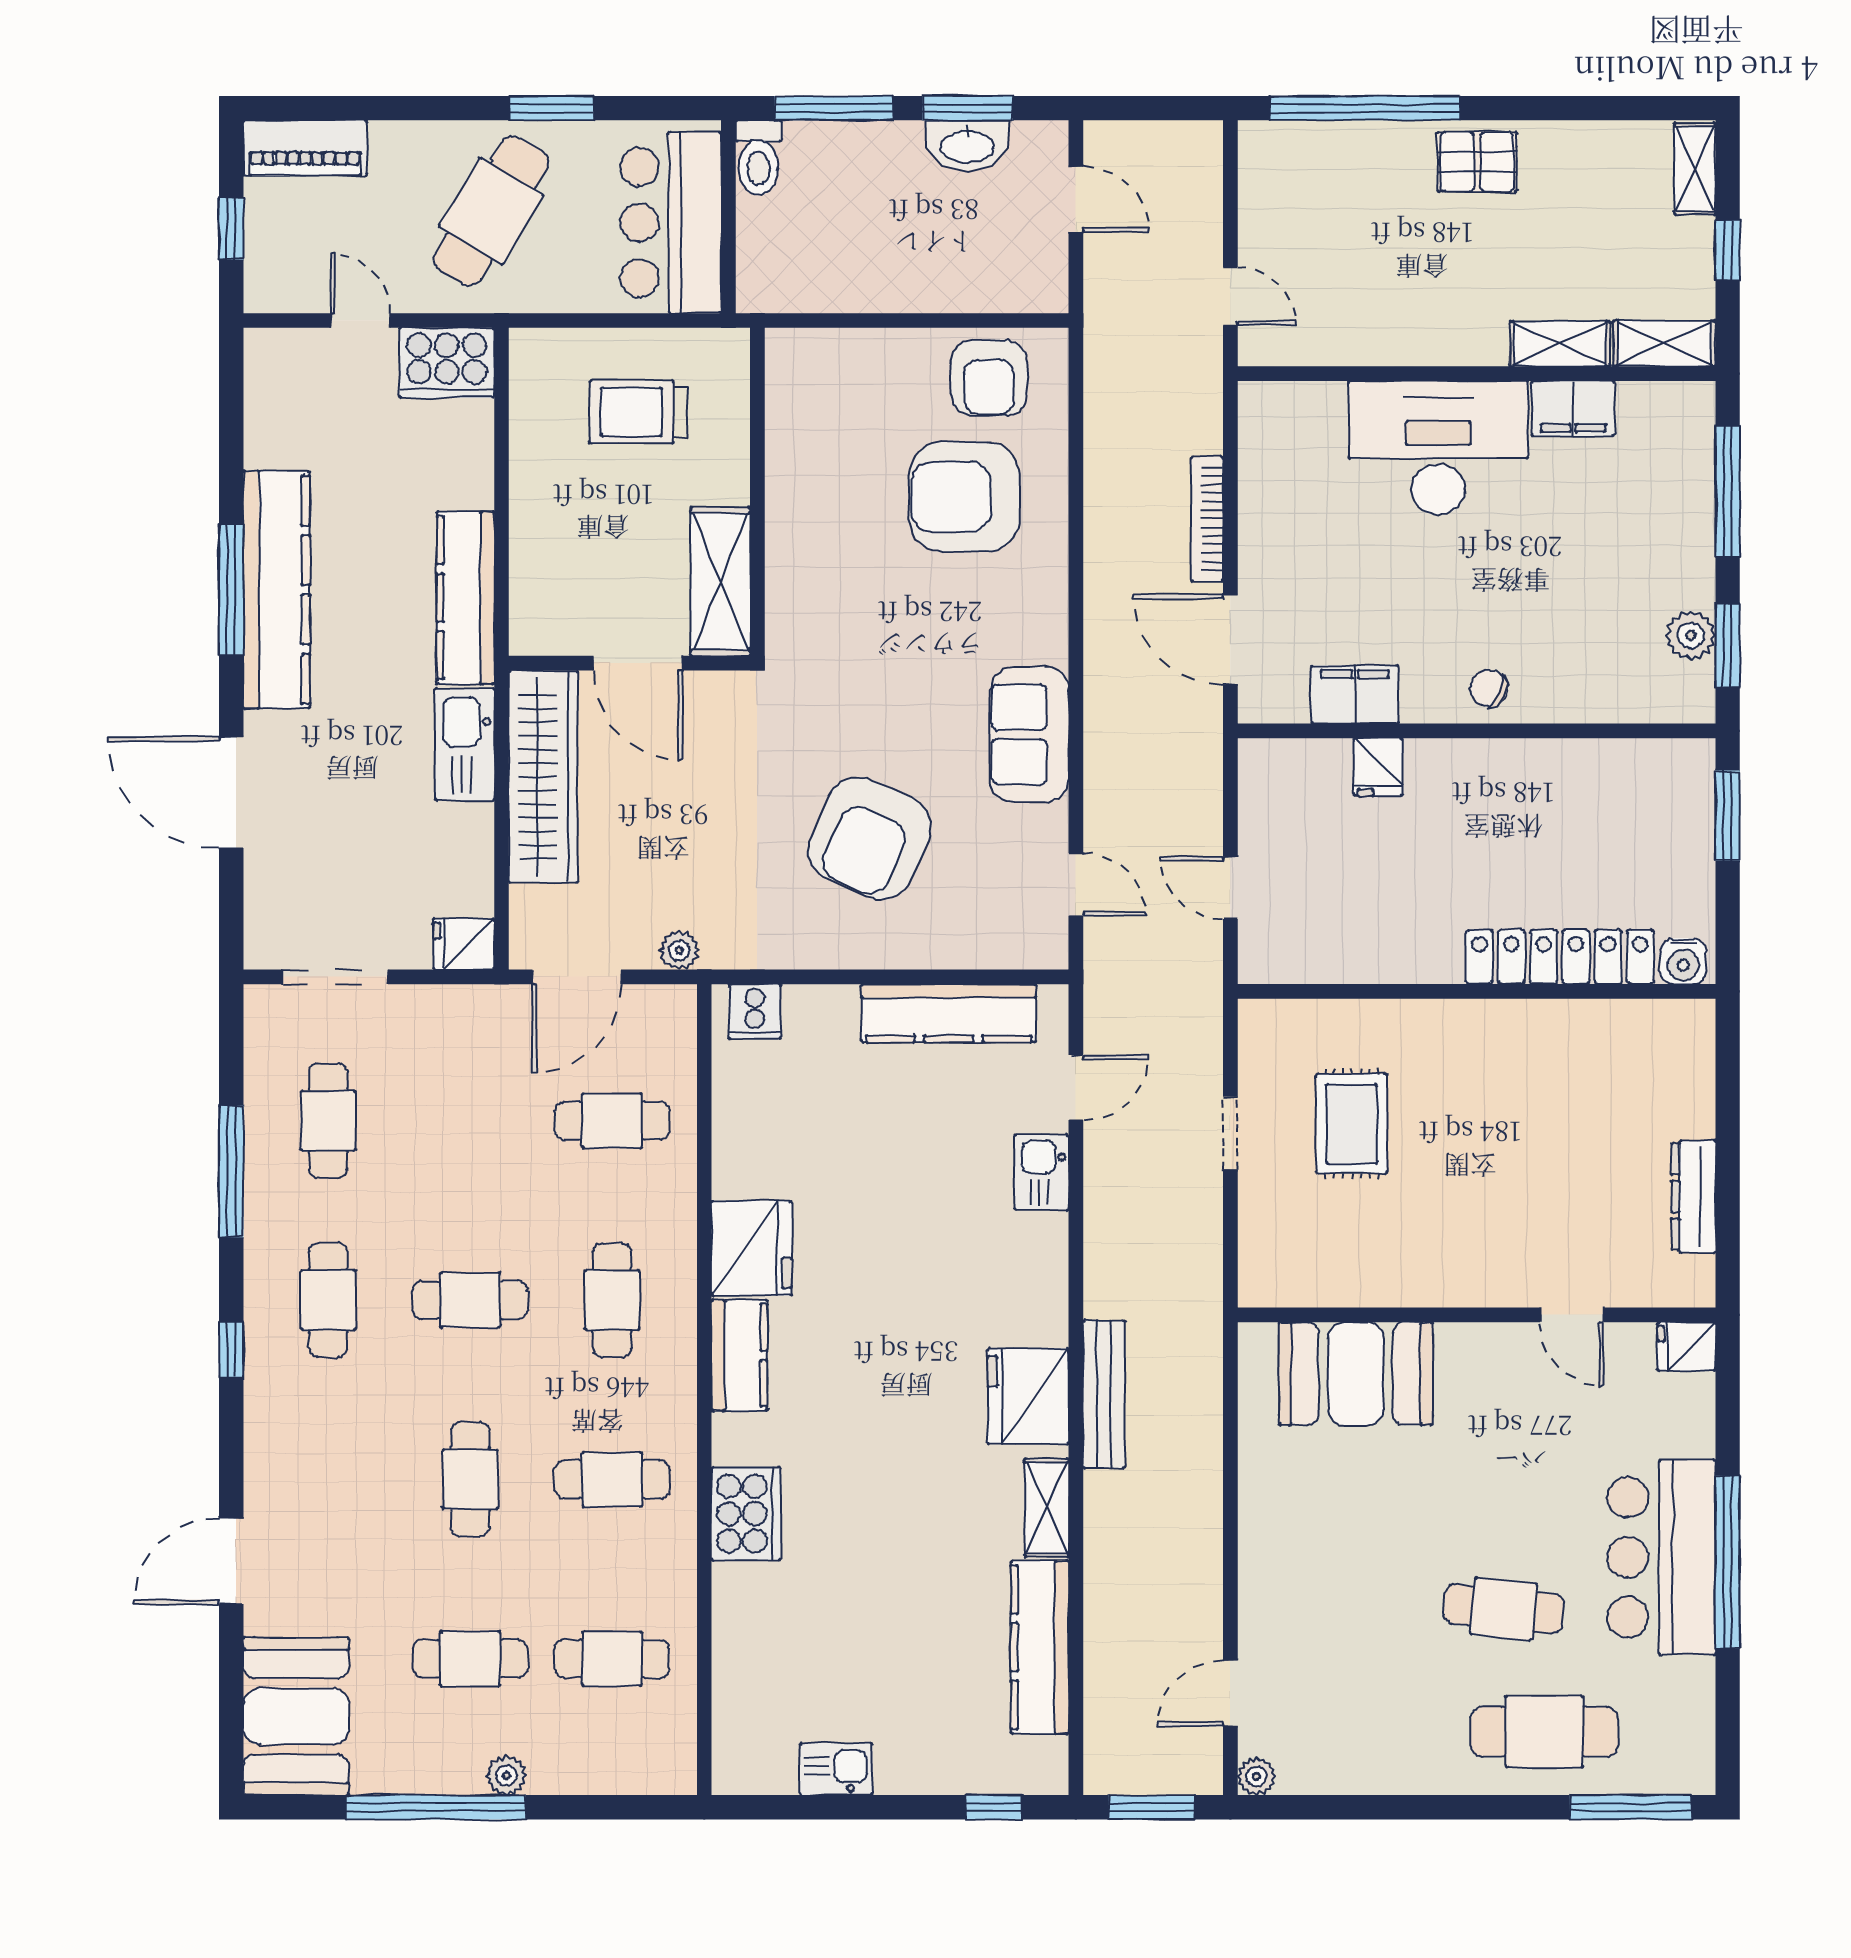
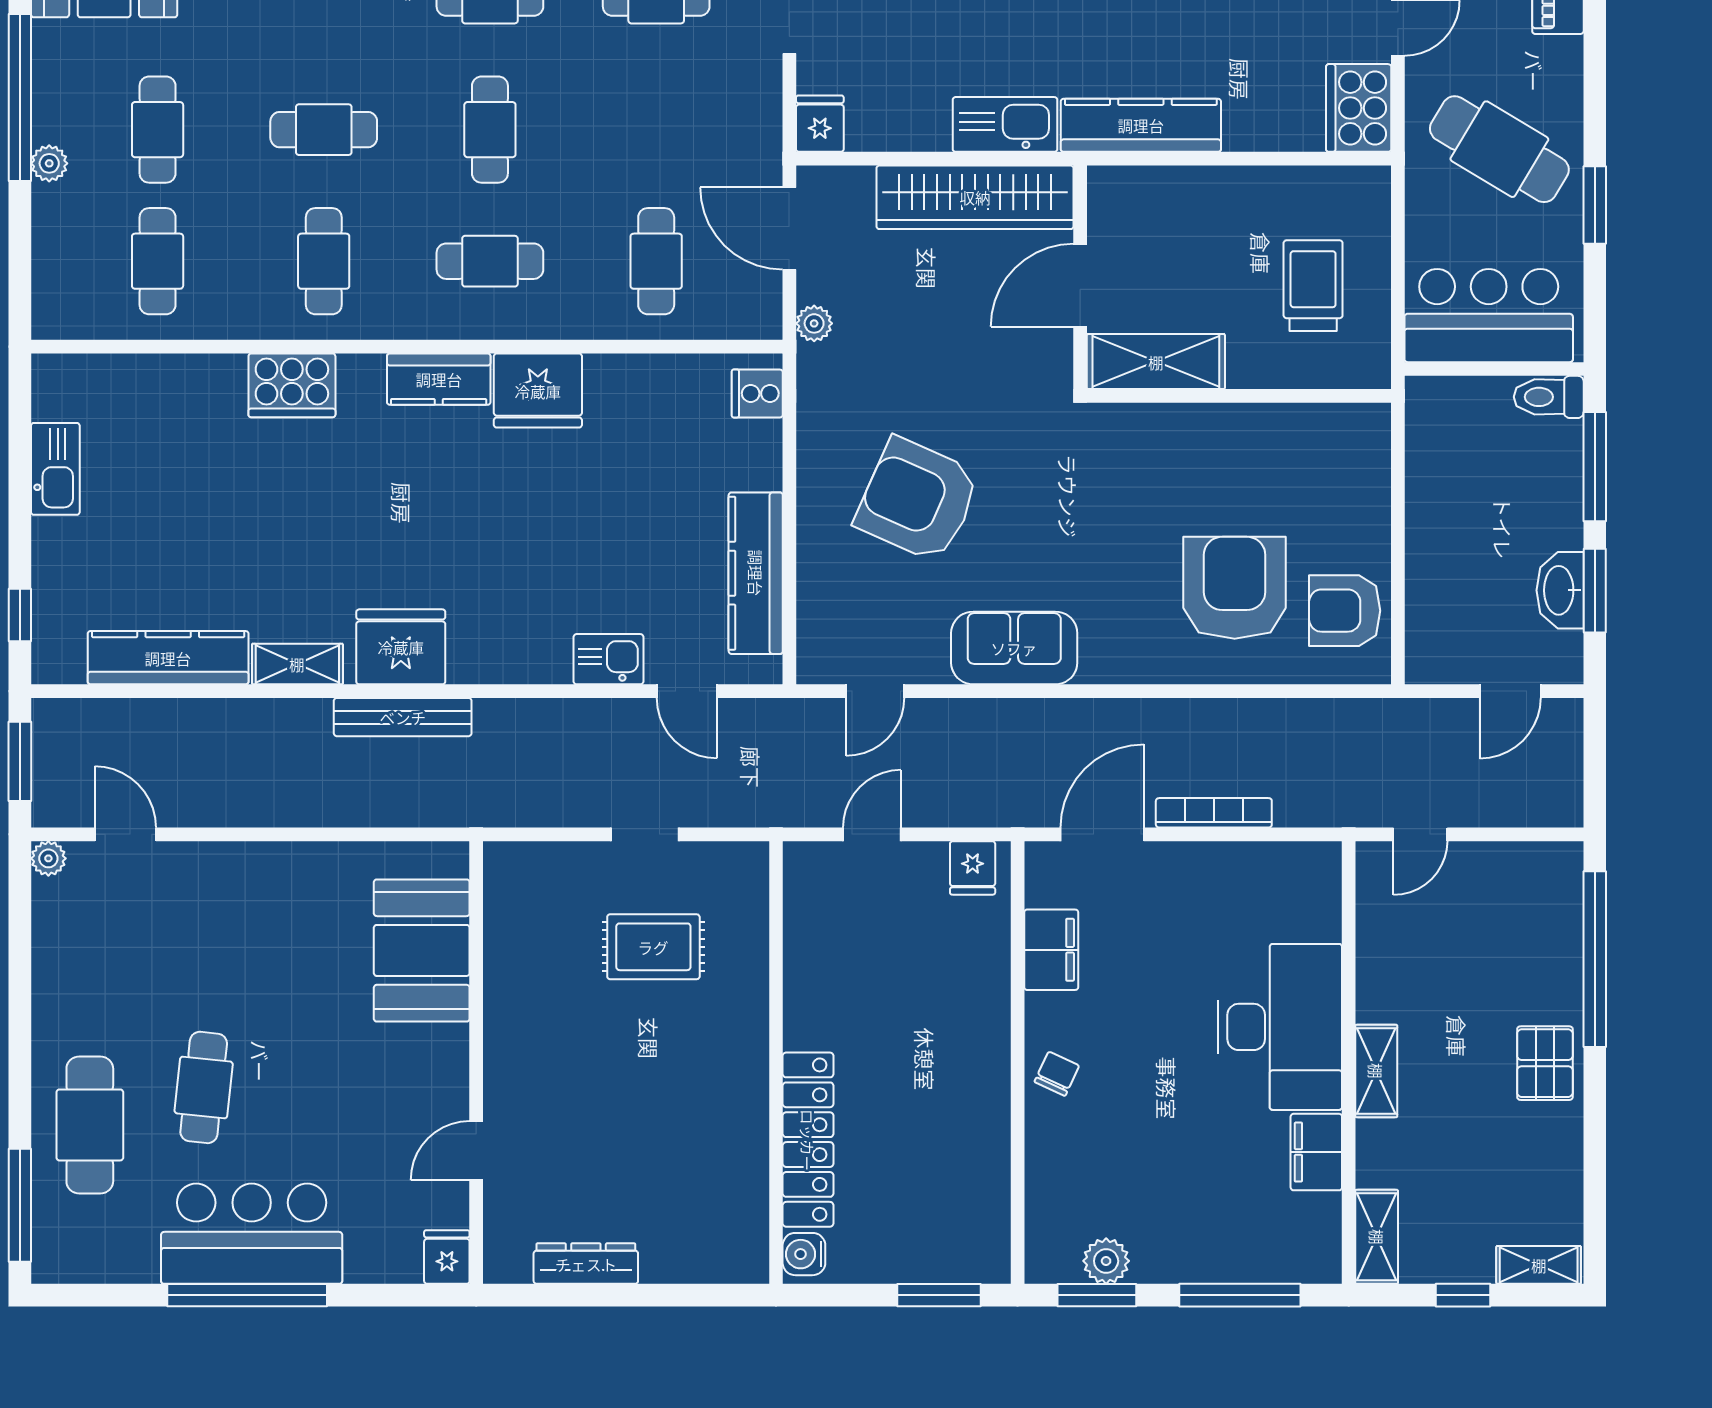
shelving: (1560, 344) -> (1376, 1071), moved
fridge: (1378, 767) -> (973, 868), moved, turned -90
kitchen sink: (836, 1769) -> (55, 469), width x1.38

